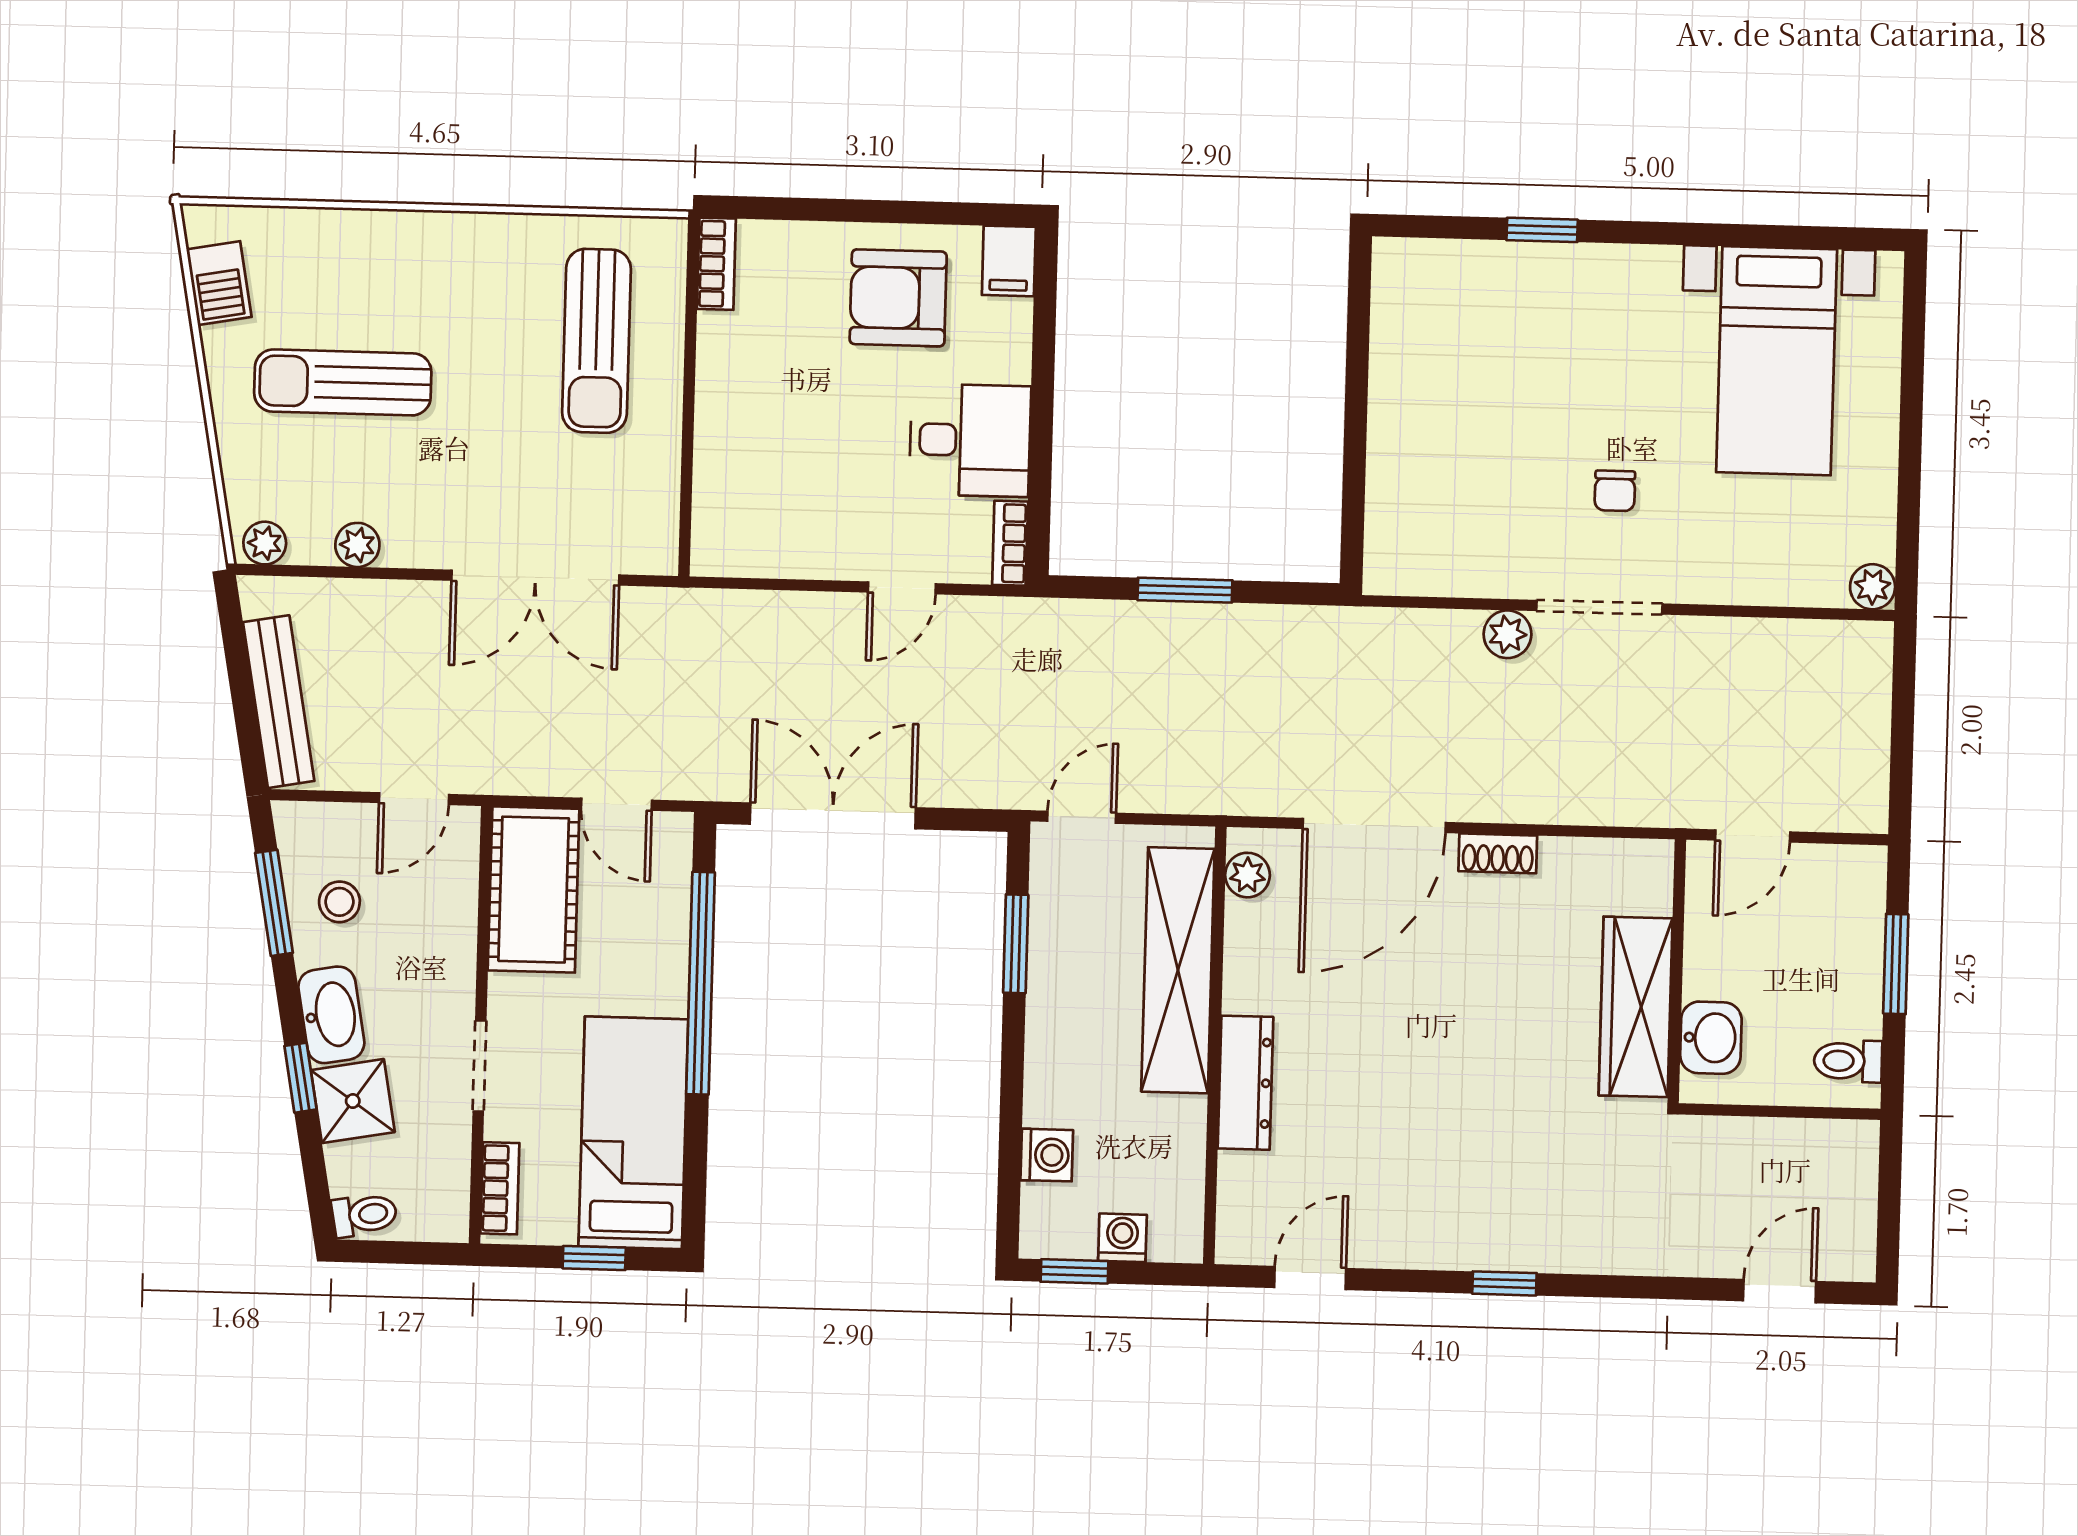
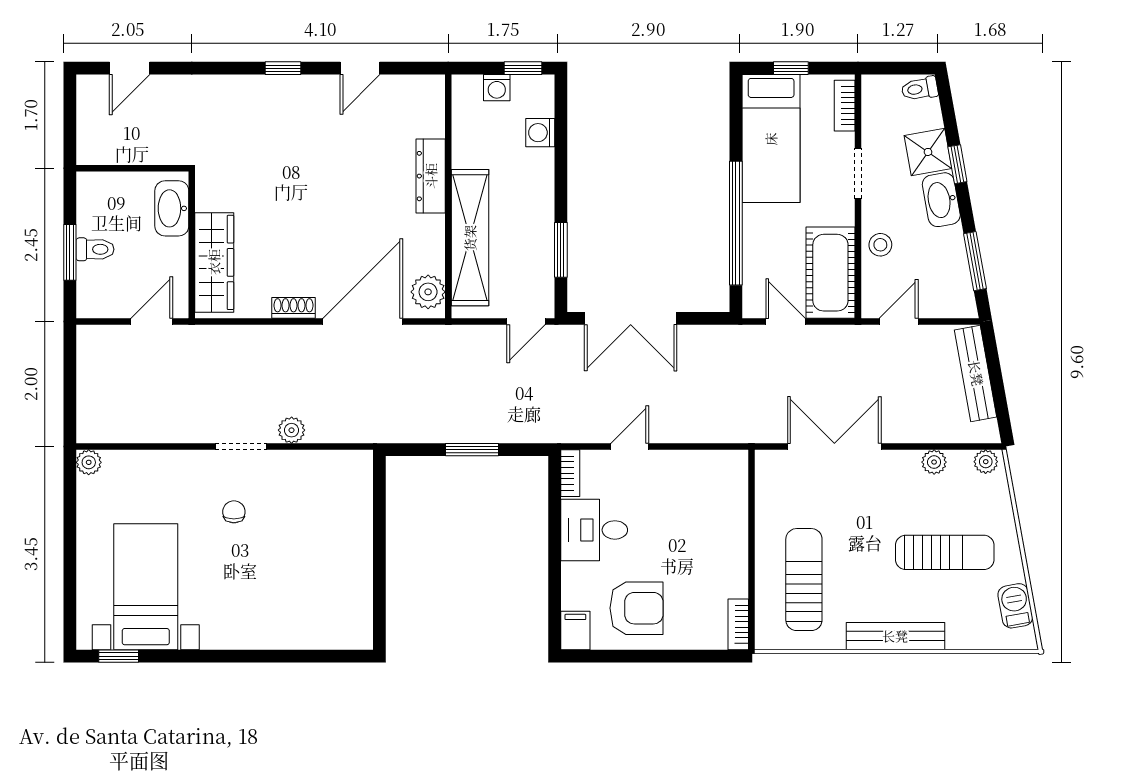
window: (1542, 230) -> (119, 656), moved
bench: (435, 235) -> (895, 636), added
doorway: (1599, 607) -> (241, 447), width x0.73
double door: (833, 816) -> (631, 318), moved
plant: (1247, 875) -> (428, 292), width x1.38, depth x1.38
stool: (339, 902) -> (880, 245), moved
wardrobe: (1636, 1007) -> (214, 262), moved
washbasin: (1711, 1038) -> (172, 208), width x1.38
toilet: (1848, 1061) -> (95, 249), moved
door: (1310, 1278) -> (360, 68), moved

